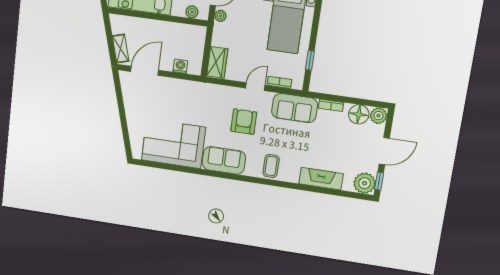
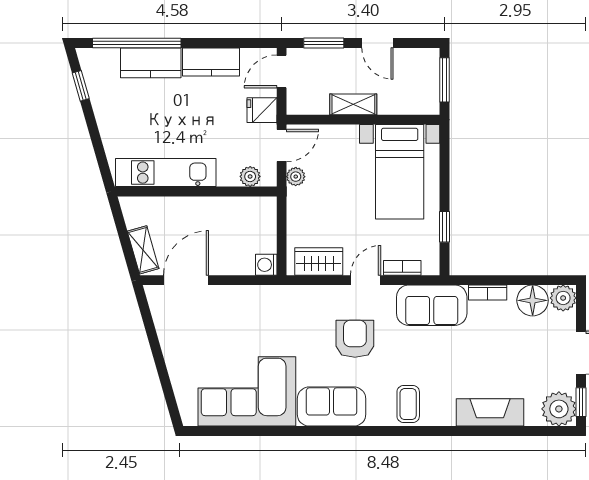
wardrobe: (217, 62) -> (319, 261), moved, turned -90
washing machine: (180, 66) -> (266, 265), moved, turned -90

